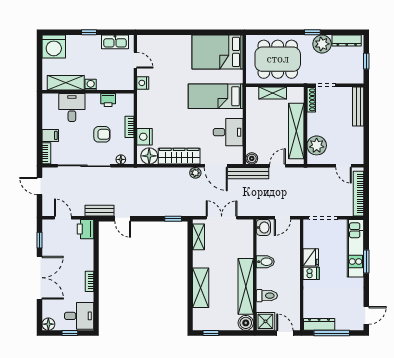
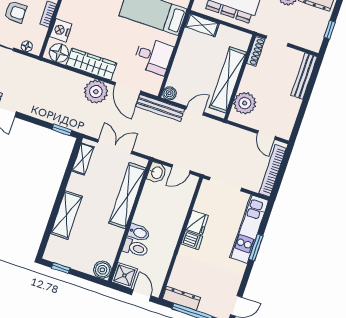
shelving: (273, 93) -> (202, 25), moved
plant: (195, 173) -> (96, 92), width x1.88, depth x1.88
bidet: (265, 262) -> (139, 233), moved
shelving: (246, 286) -> (127, 196), moved

